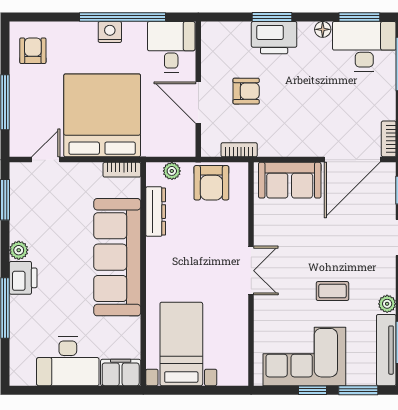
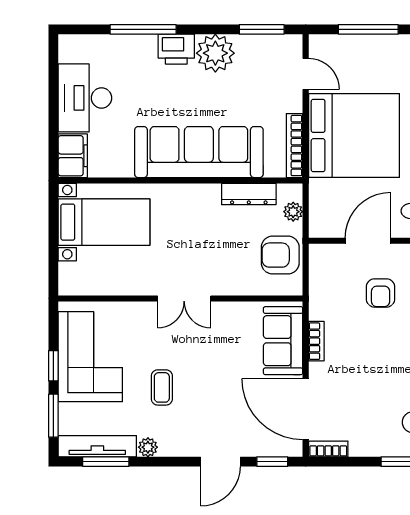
bookcase: (239, 150) -> (316, 341), moved
bookcase: (122, 170) -> (295, 146), width x1.56
plant: (19, 250) -> (215, 53), width x1.88, depth x1.88

